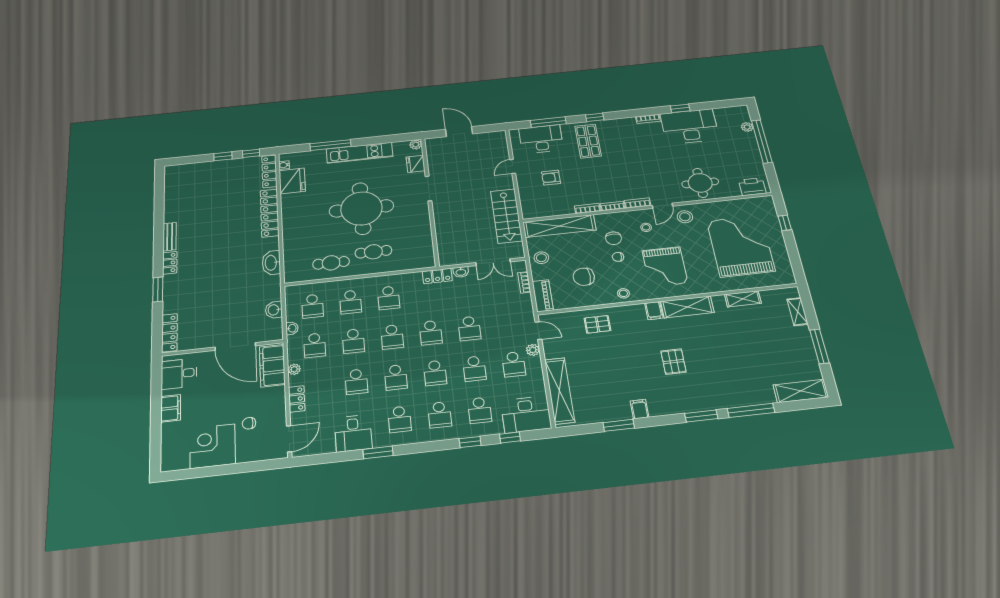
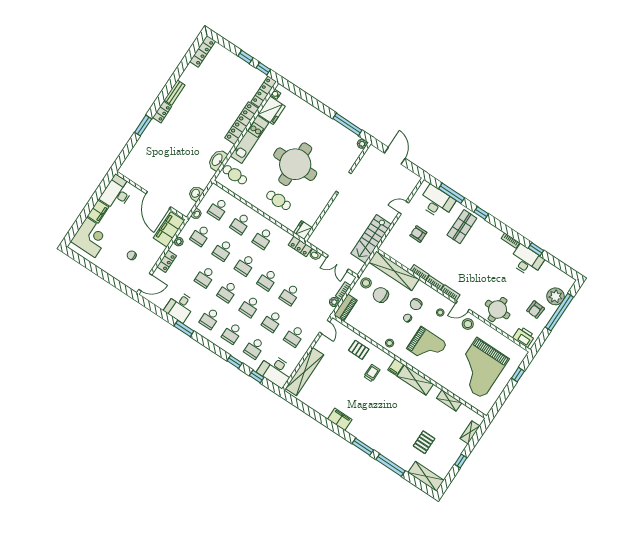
desk: (690, 126) -> (526, 261), width x0.73, depth x0.77
plant: (747, 127) -> (556, 296), width x1.88, depth x1.88
window: (330, 145) -> (347, 124), moved
kitchen unit: (359, 153) -> (249, 139), moved, turned -90
armchair: (737, 156) -> (536, 310), added
fridge: (416, 164) -> (303, 230), moved
grand piano: (741, 246) -> (480, 368), turned 180
cafe table: (331, 263) -> (235, 175), moved
grand piano: (665, 267) -> (427, 346), turned -90
chair: (584, 277) -> (381, 295), moved
locker: (169, 333) -> (202, 51), moved
trolley: (635, 336) -> (372, 373), added
window: (819, 346) -> (461, 461), width x0.46
plant: (533, 350) -> (334, 302), moved
pallet: (673, 362) -> (424, 442), moved
desk: (179, 374) -> (117, 193), width x1.37
filing cabinet: (640, 409) -> (340, 419), width x2.00
window: (619, 425) -> (317, 416), removed
corner desk: (213, 446) -> (91, 237), moved, turned 90

